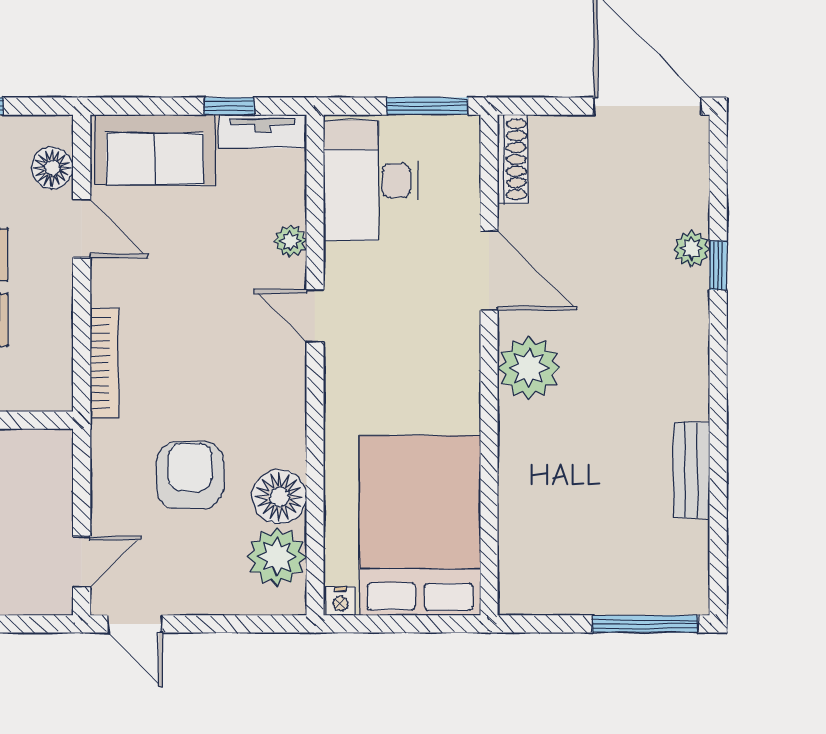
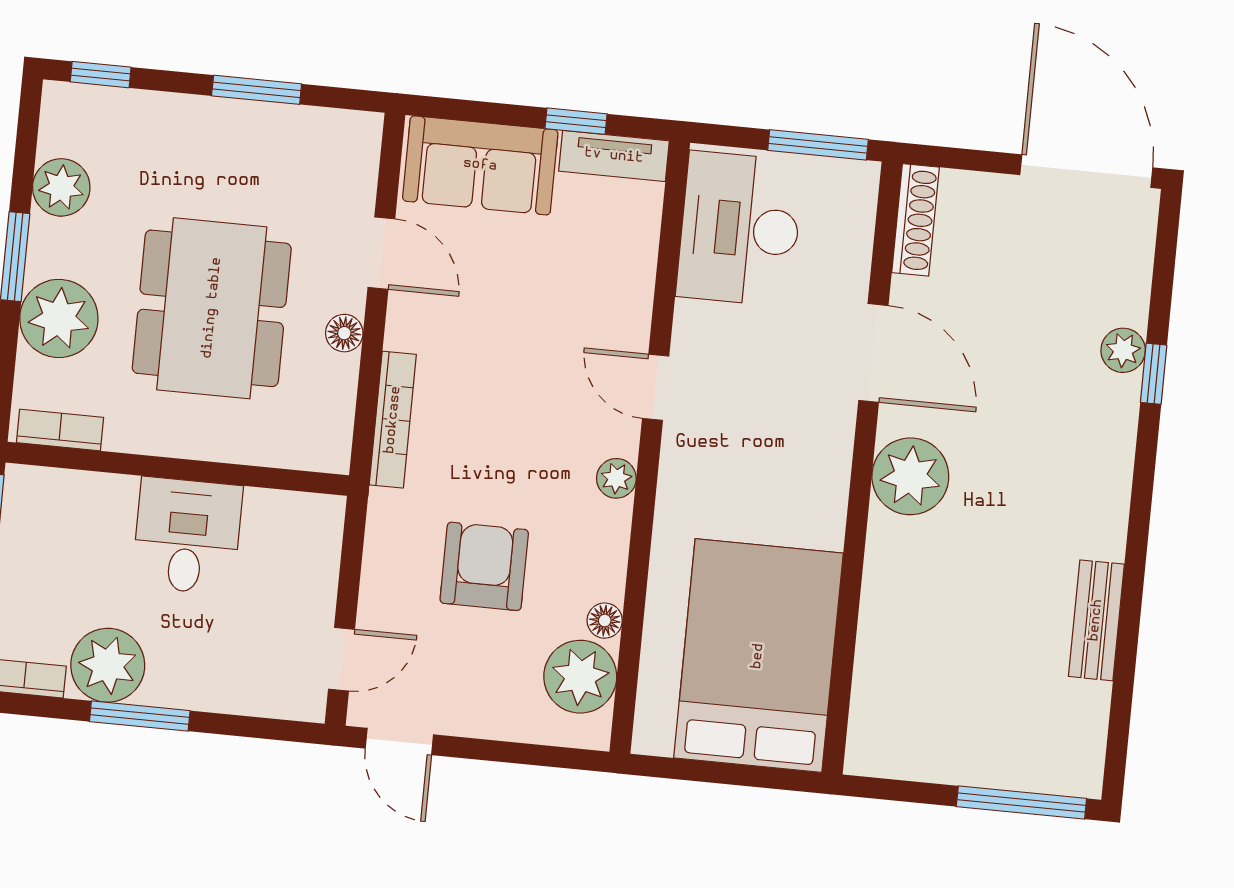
floor lamp: (52, 168) -> (344, 333), moved, width x0.73, depth x0.73
plant: (290, 241) -> (616, 478), moved
floor lamp: (279, 497) -> (605, 621), width x0.53, depth x0.53
nightstand: (341, 601) -> (653, 738), removed

